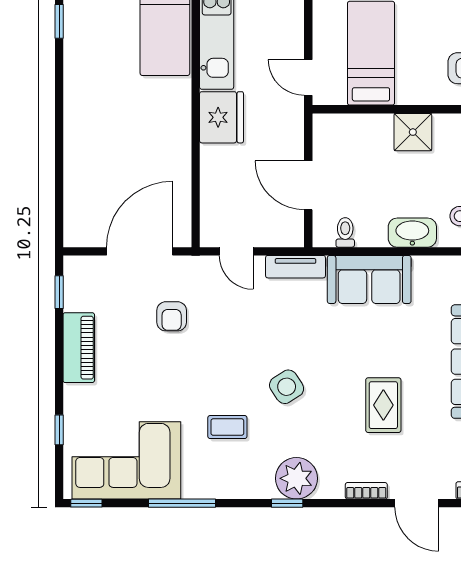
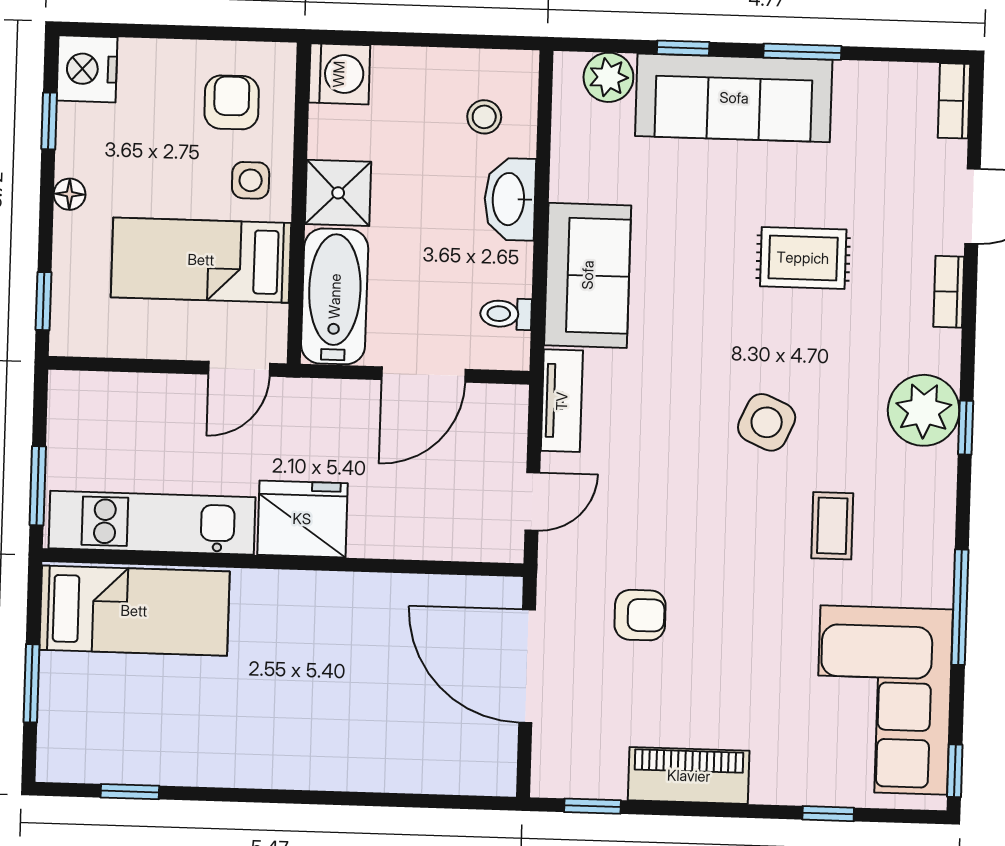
side table: (419, 81) -> (251, 180), added
bathtub: (352, 132) -> (335, 296), added
side table: (287, 387) -> (767, 422), turned -33

